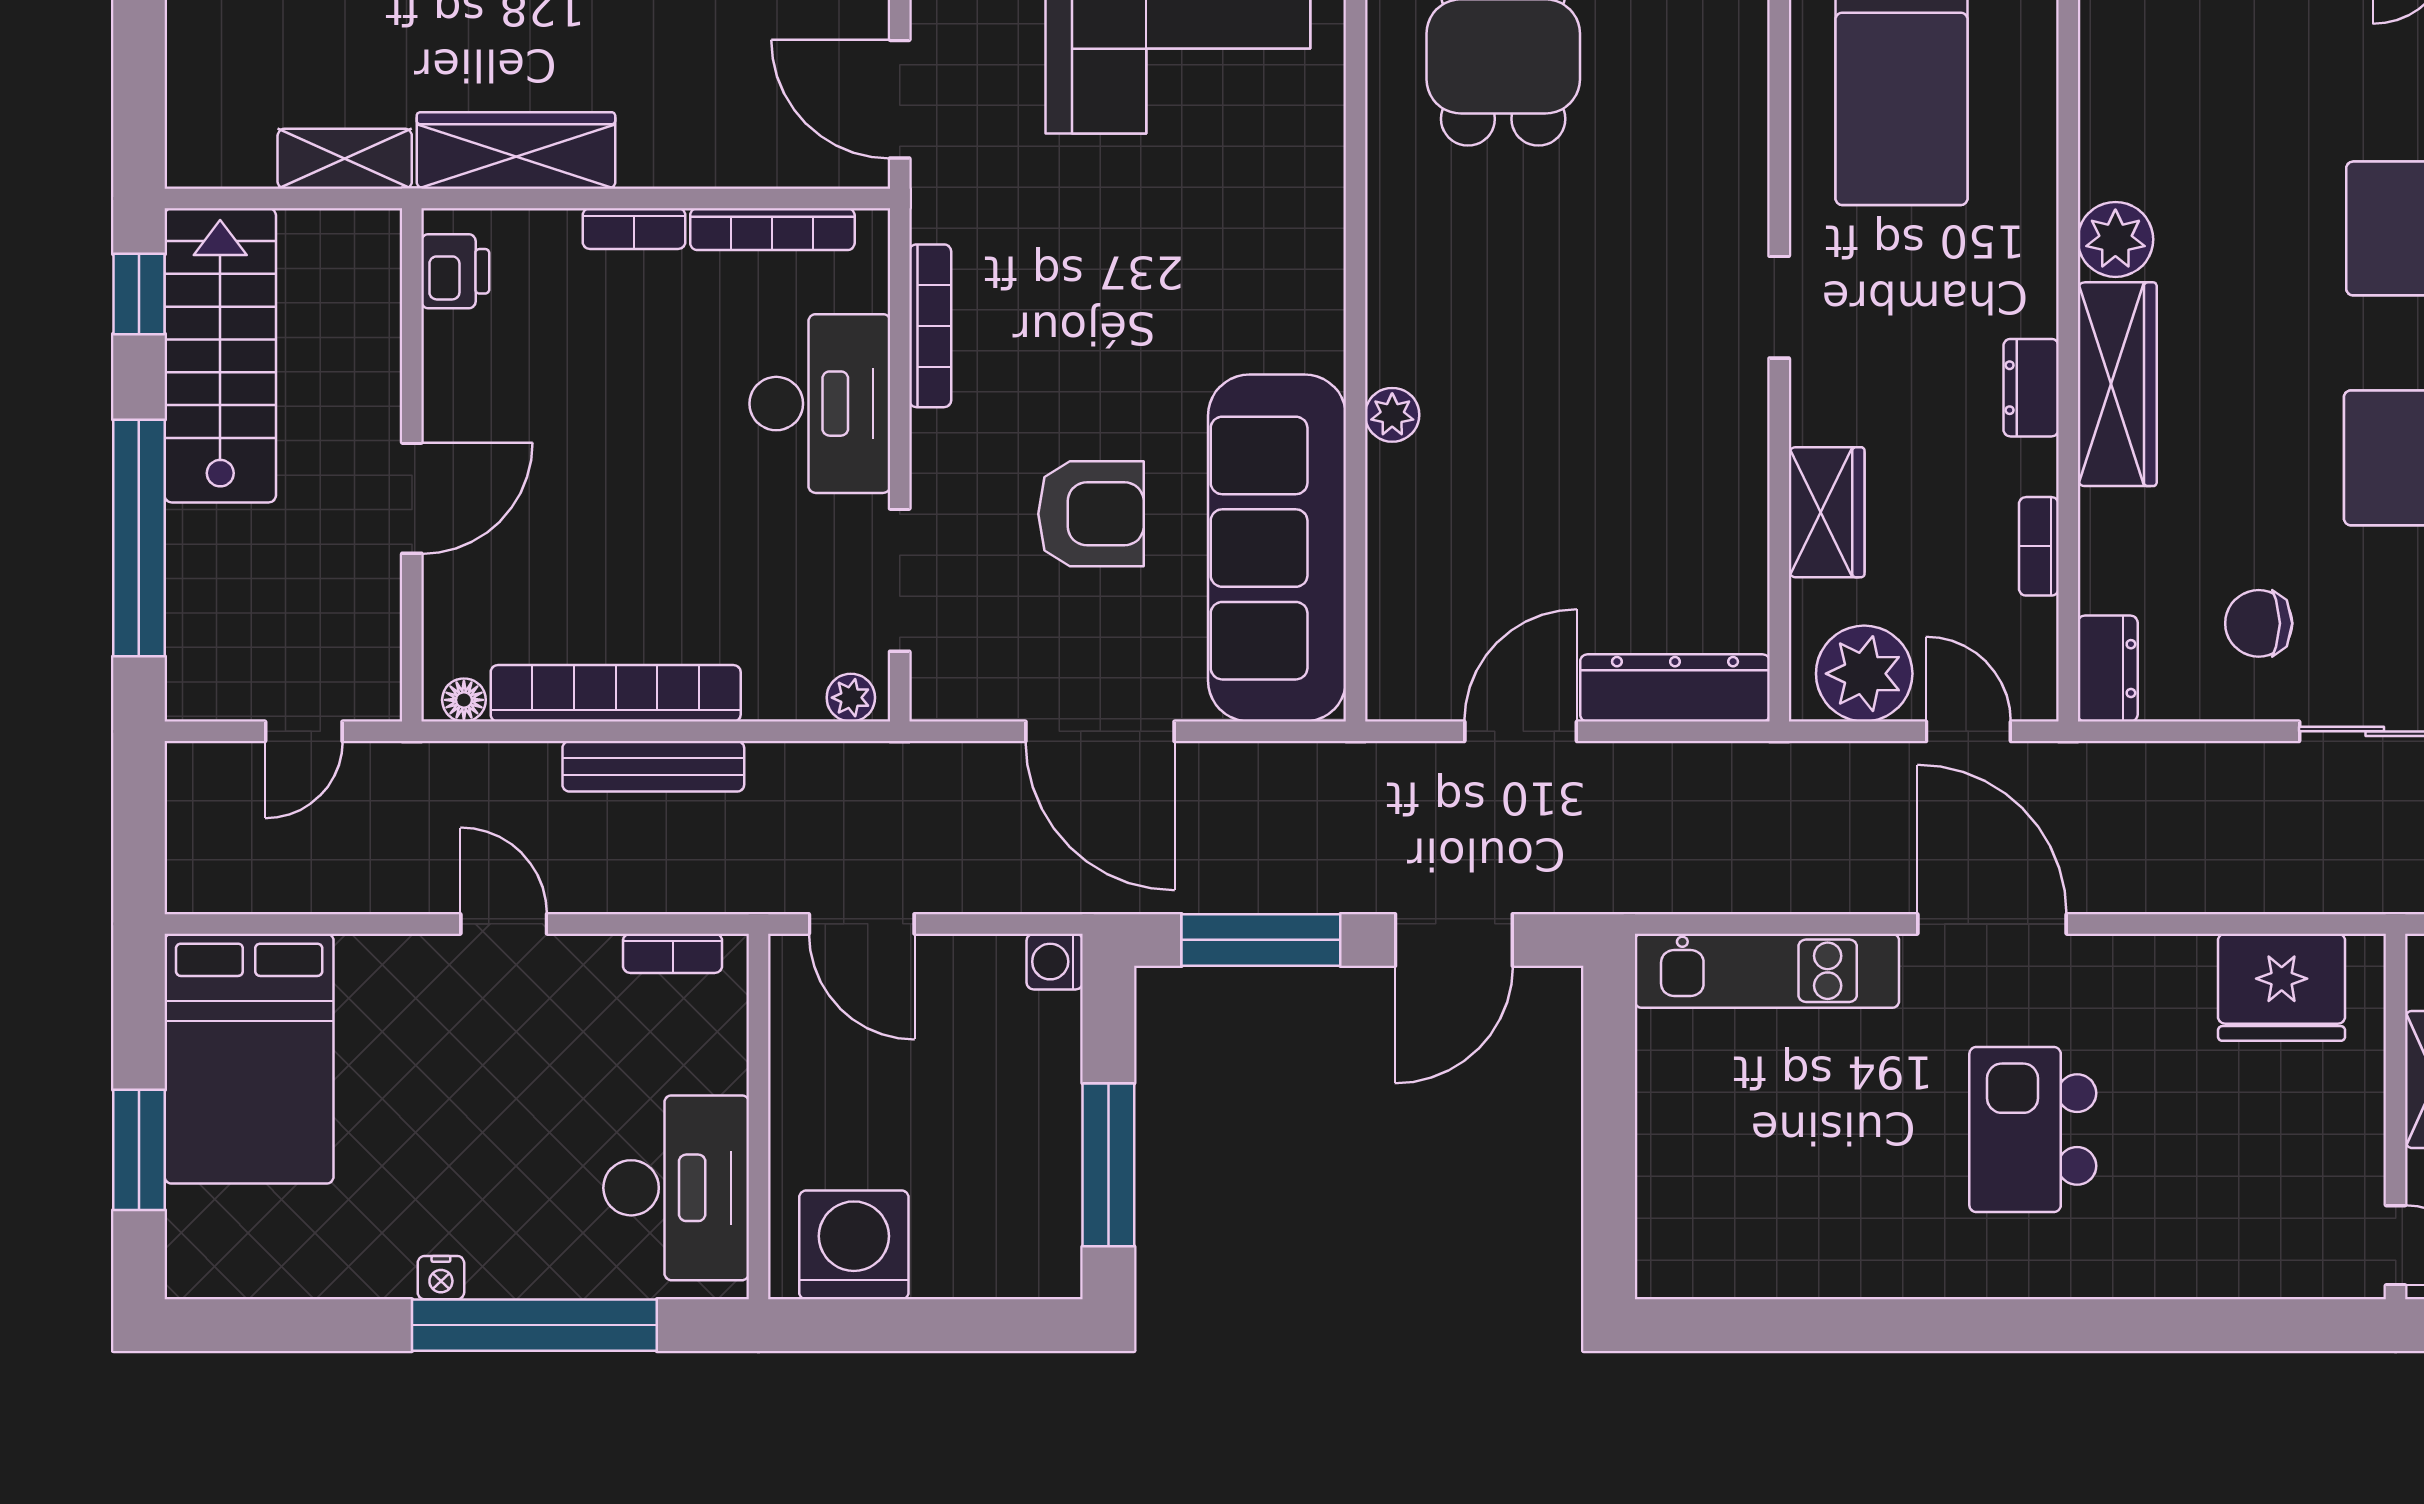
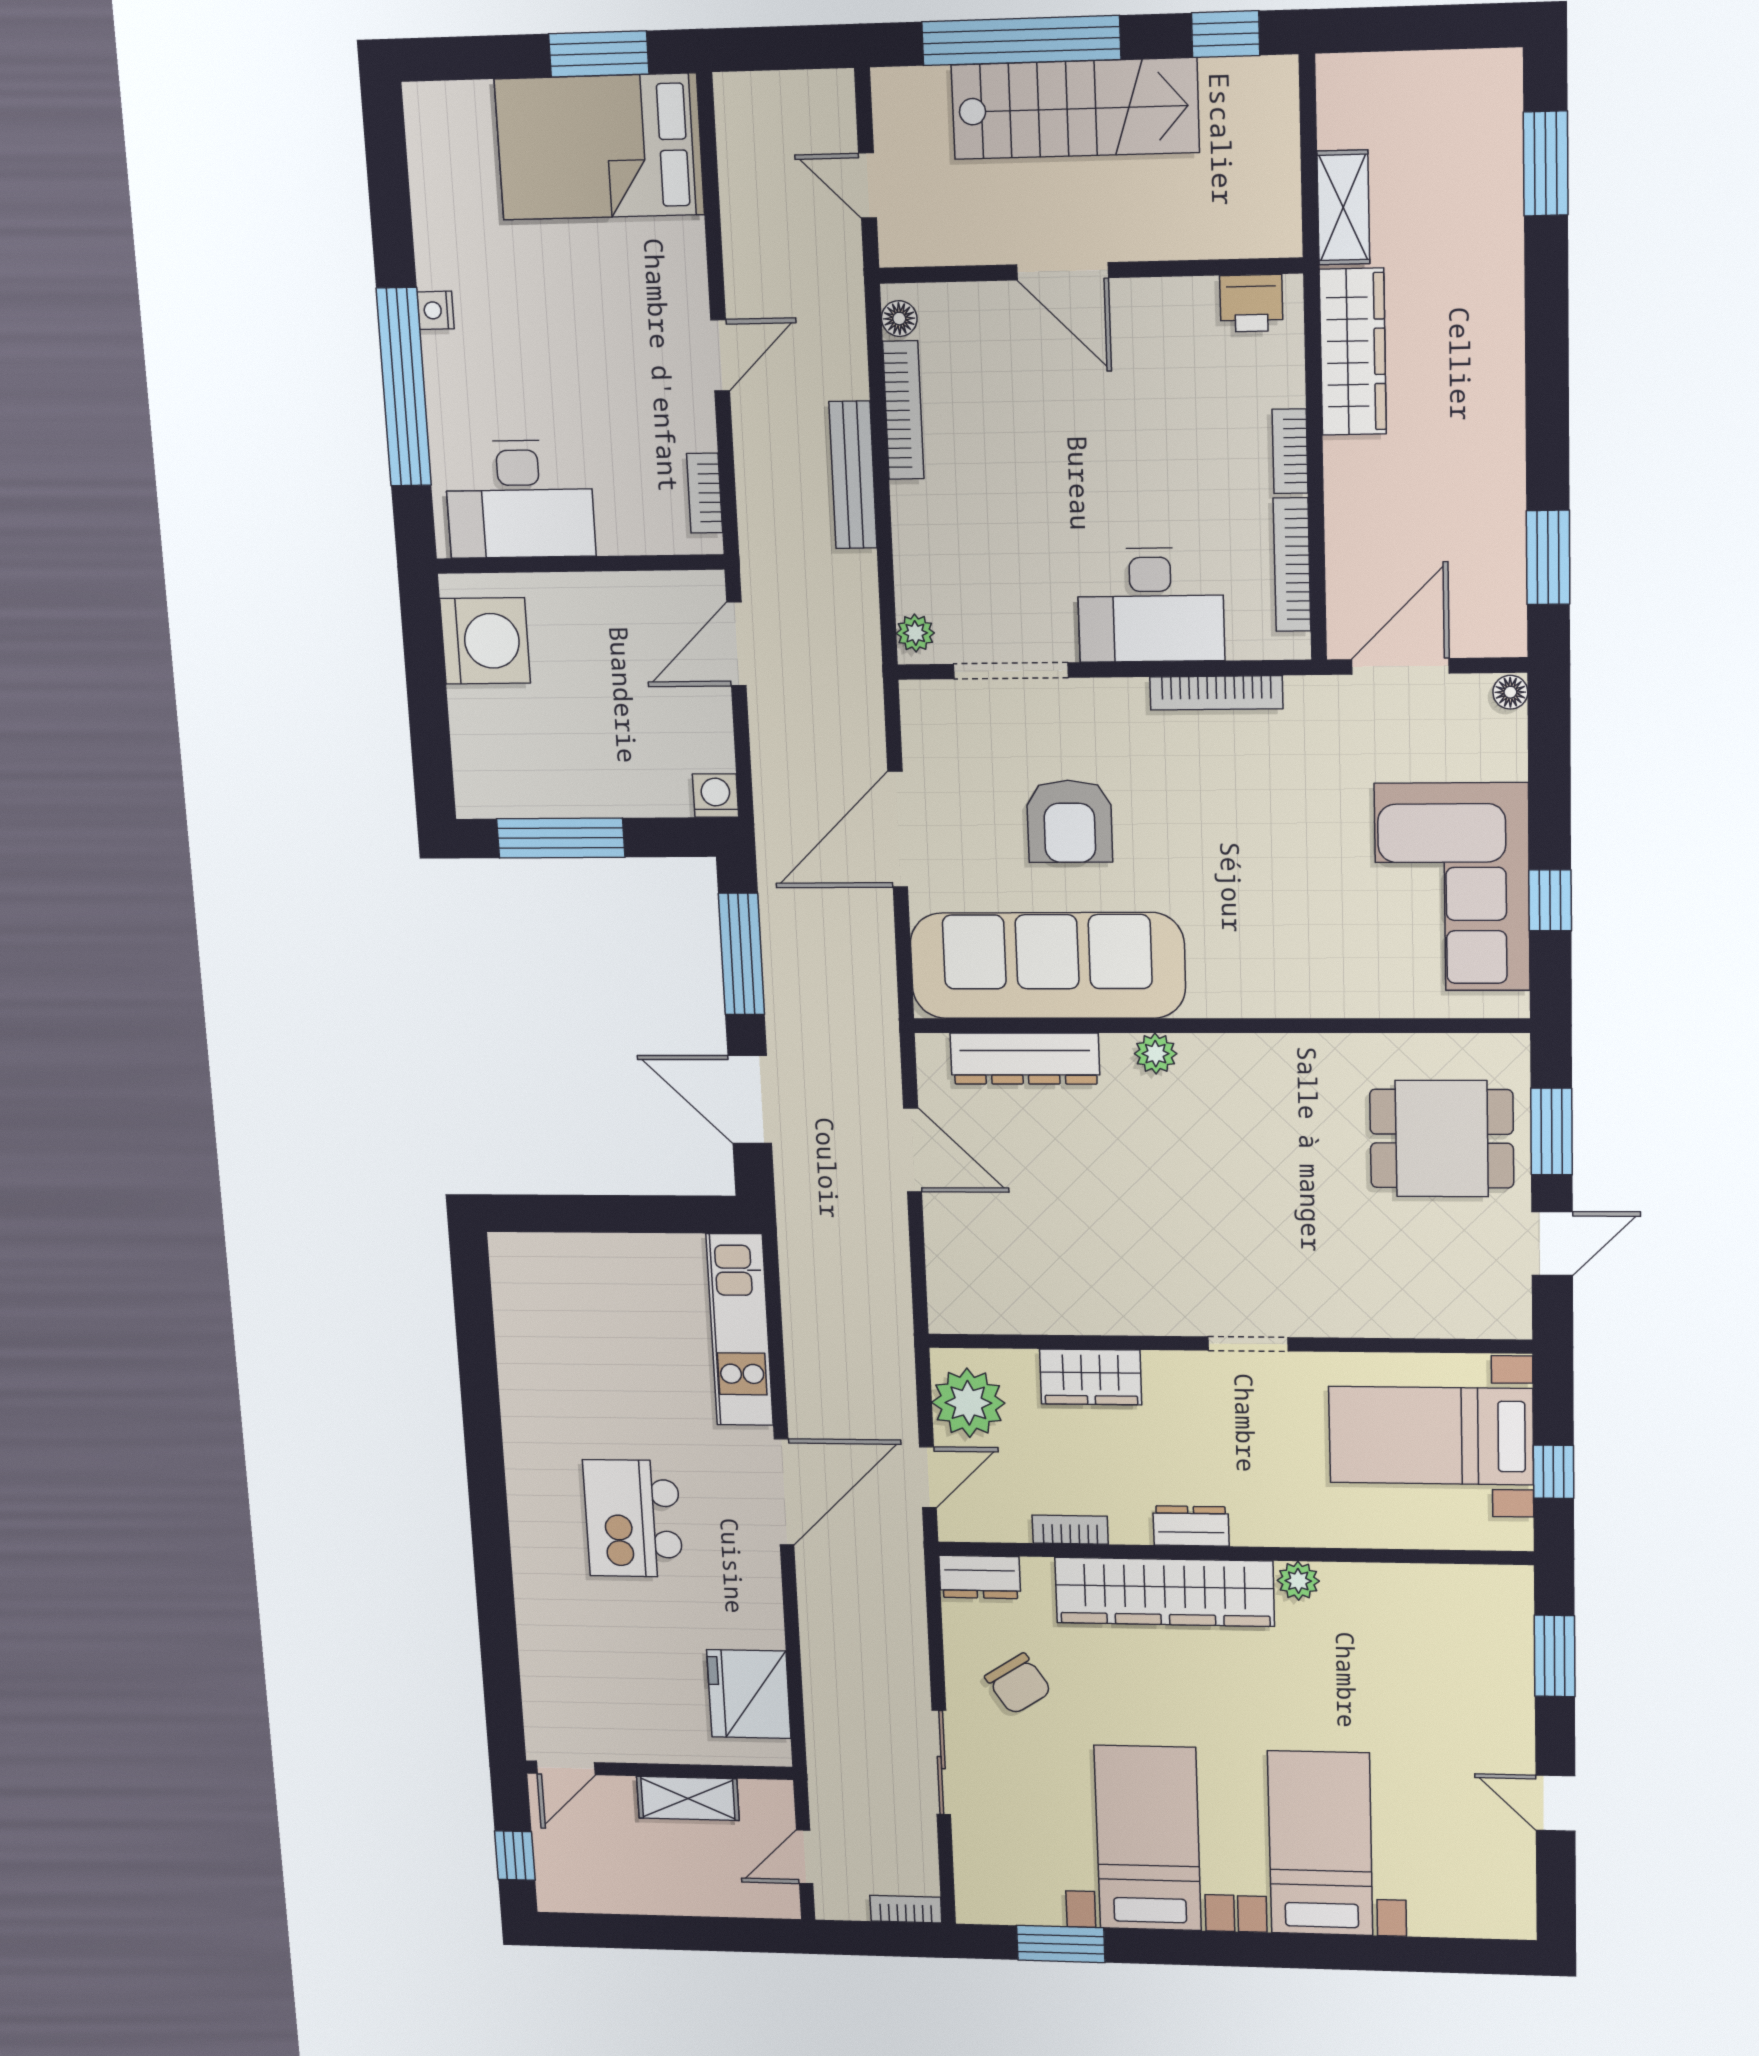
plant: (2115, 239) -> (1298, 1581), width x0.73, depth x0.73
stairs: (220, 355) -> (1075, 109), moved
wardrobe: (2117, 384) -> (1165, 1592), width x1.40, depth x1.17
chair: (2259, 623) -> (1018, 1684), turned 147
dresser: (1675, 688) -> (1025, 1059), moved, turned 90
bookcase: (616, 693) -> (903, 410), width x0.68, depth x0.76
kitchen island: (2033, 1130) -> (633, 1518), turned -90
window: (139, 1150) -> (599, 54), moved

